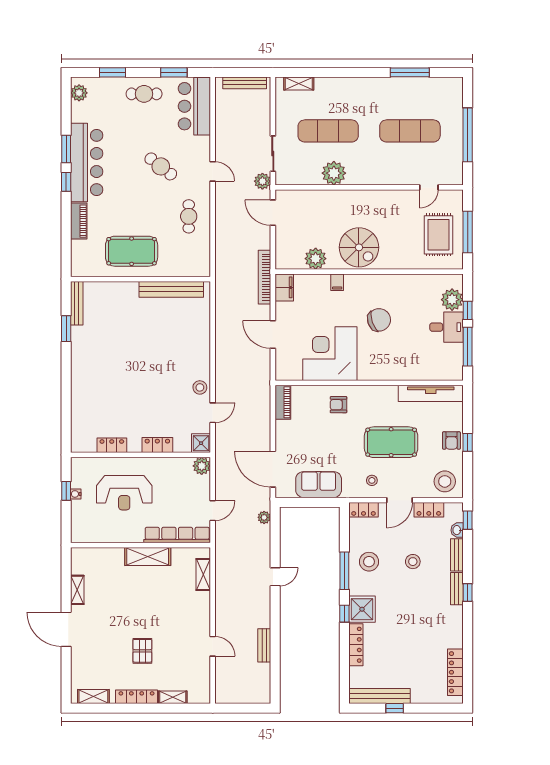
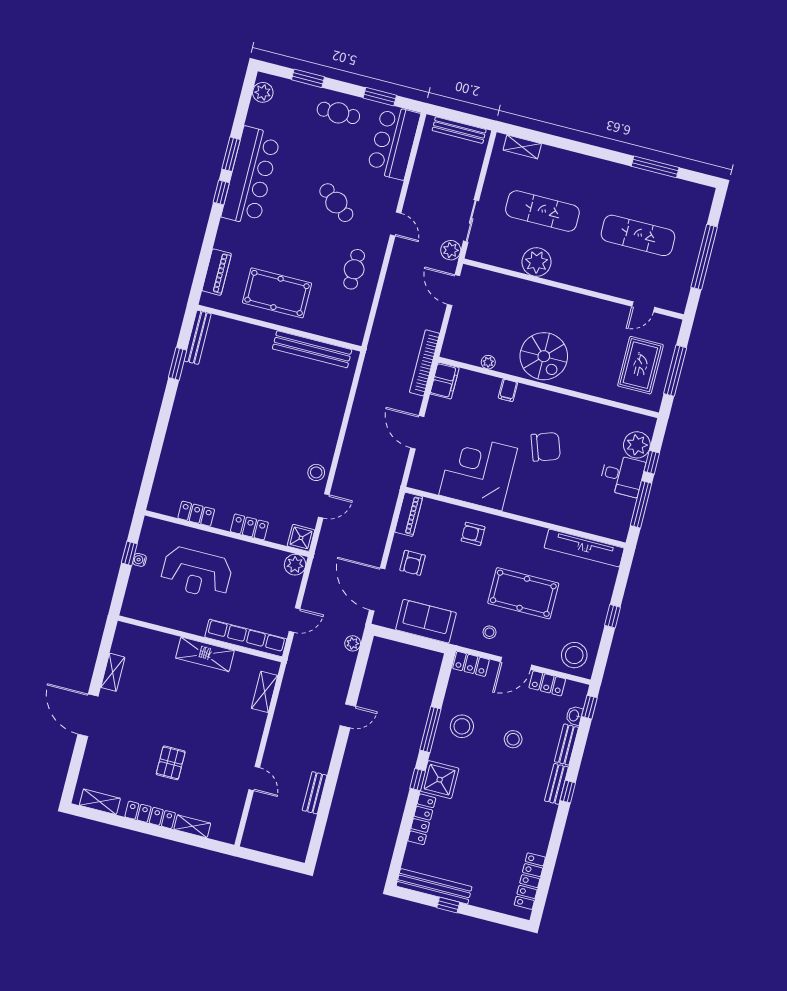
piano: (79, 221) -> (217, 272), moved
plant: (316, 259) -> (488, 362), width x0.53, depth x0.53
armchair: (451, 441) -> (413, 563), moved

